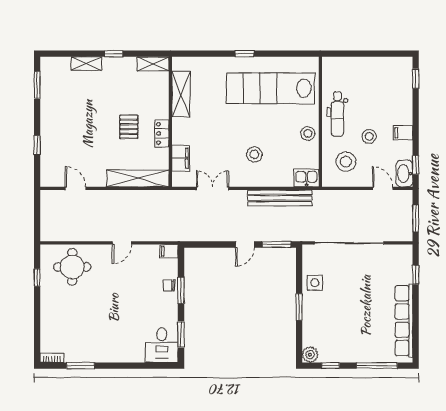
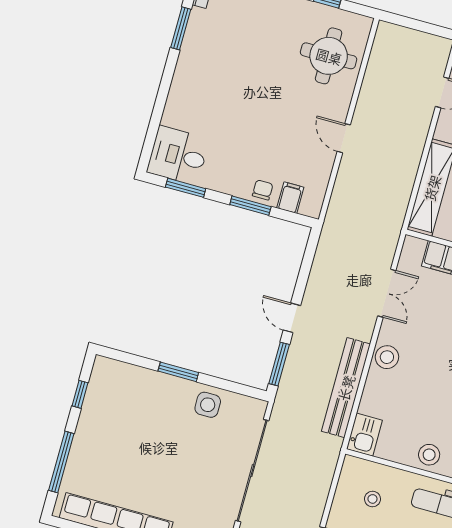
stool: (254, 154) -> (387, 357), moved
stool: (346, 162) -> (372, 499), width x0.53, depth x0.53
filing cabinet: (169, 251) -> (290, 198), moved
plant: (310, 355) -> (104, 369), removed

